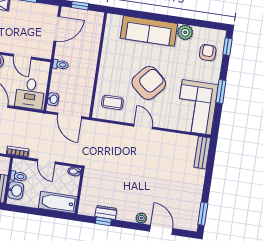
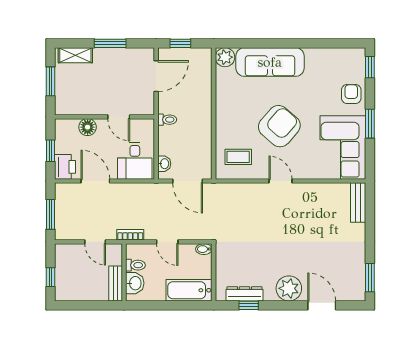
plant: (185, 32) -> (225, 57), moved
armchair: (208, 53) -> (351, 94), moved
dresser: (106, 212) -> (245, 294), width x1.44
plant: (141, 218) -> (289, 288), width x1.87, depth x1.87

